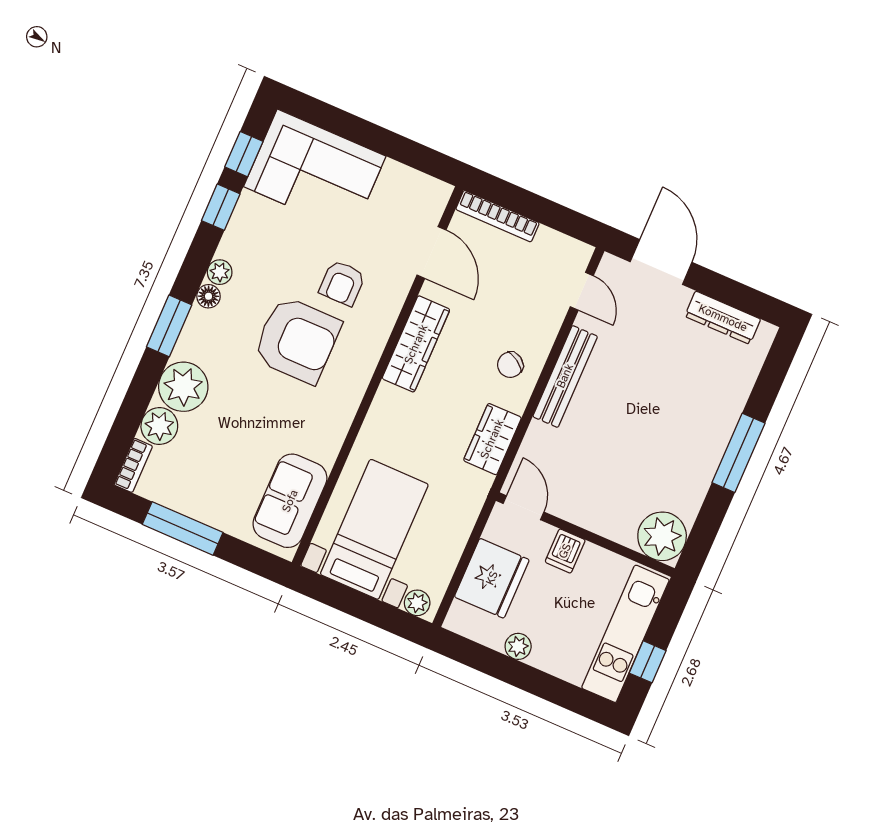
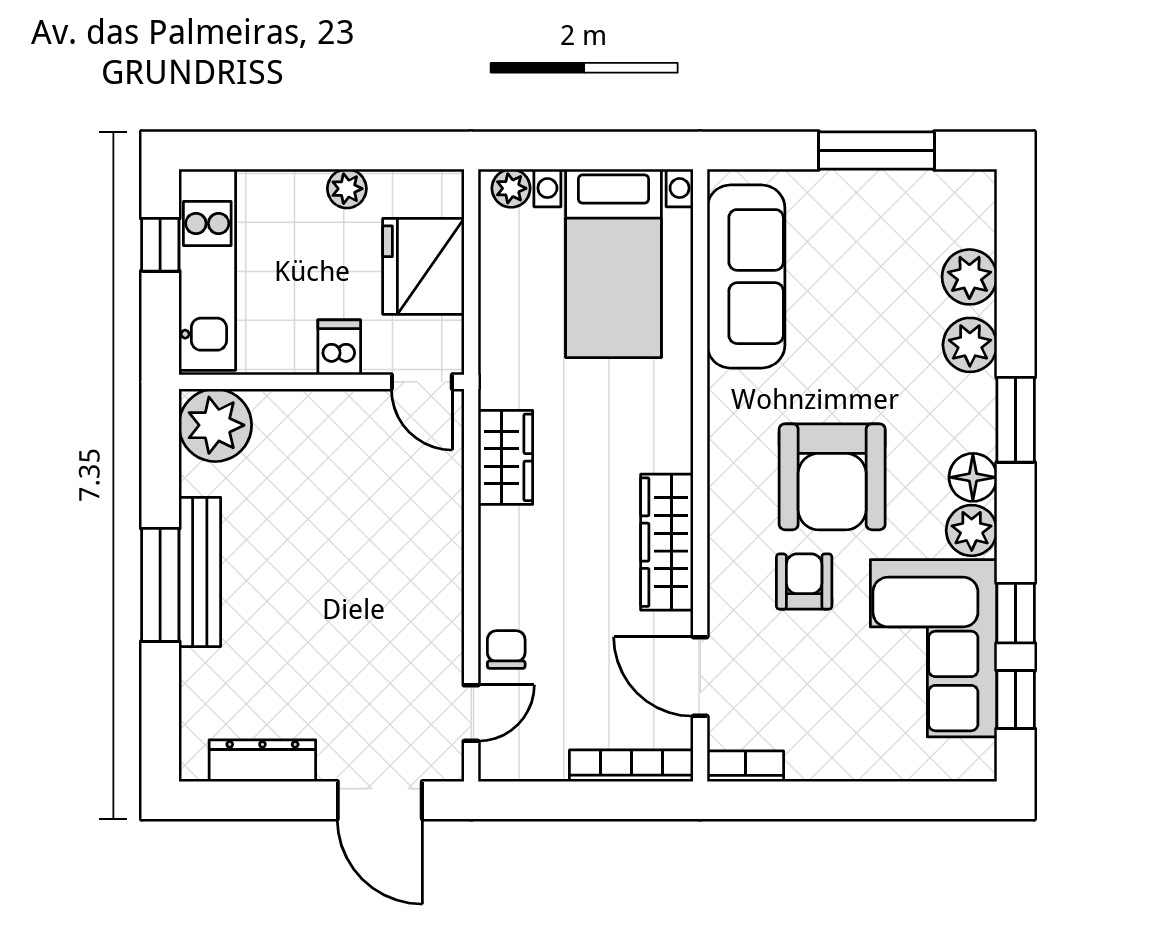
corner sofa: (315, 171) -> (934, 648), moved, turned -90
plant: (220, 272) -> (972, 530), width x1.38, depth x1.38
door: (582, 291) -> (471, 713), swing flipped
floor lamp: (208, 296) -> (973, 477), width x1.37, depth x1.37
armchair: (297, 340) -> (832, 477), turned -90
chair: (510, 365) -> (506, 650), moved, turned -33
bench: (565, 376) -> (200, 572), moved
plant: (183, 387) -> (970, 345), width x0.73, depth x0.73
bookcase: (133, 465) -> (745, 766), moved, turned 90
sofa: (290, 501) -> (746, 277), width x1.36

